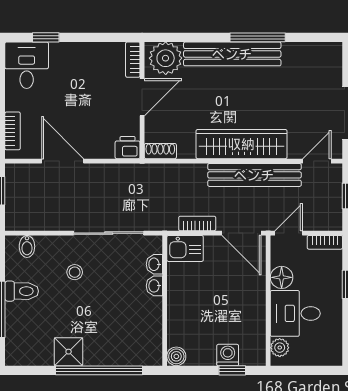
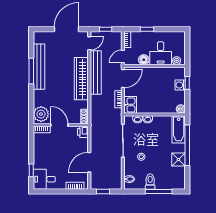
bench: (232, 54) -> (39, 67), moved
door: (317, 161) -> (89, 43), swing flipped
door: (289, 233) -> (123, 56), hinge flipped
bathtub: (133, 352) -> (179, 129), added

